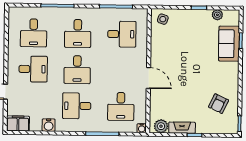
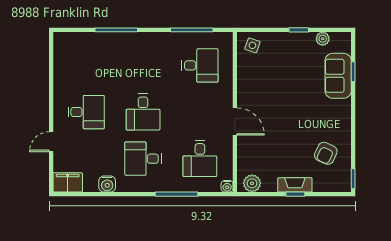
desk: (34, 33) -> (86, 65), removed
desk: (78, 33) -> (143, 65), removed
fireplace: (182, 128) -> (295, 185), moved

